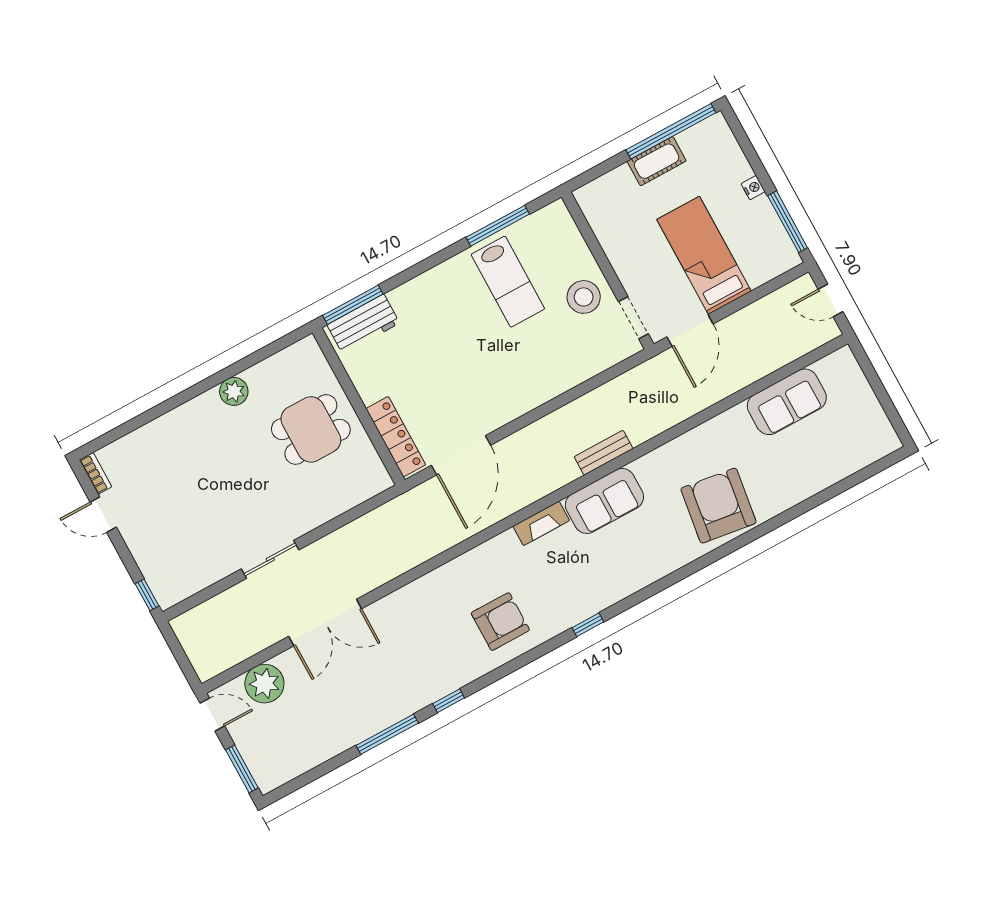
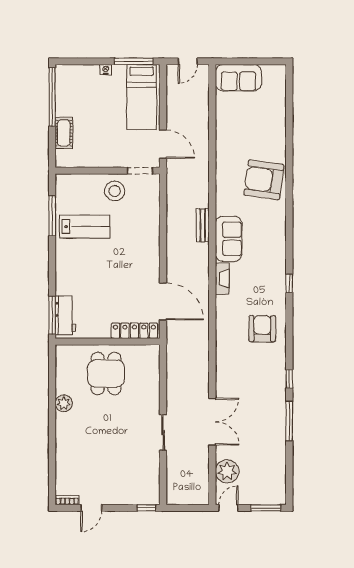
cot: (657, 161) -> (64, 133), moved
bed: (704, 255) -> (142, 97), moved, turned -90
sofa: (787, 402) -> (238, 78), moved, turned 90

